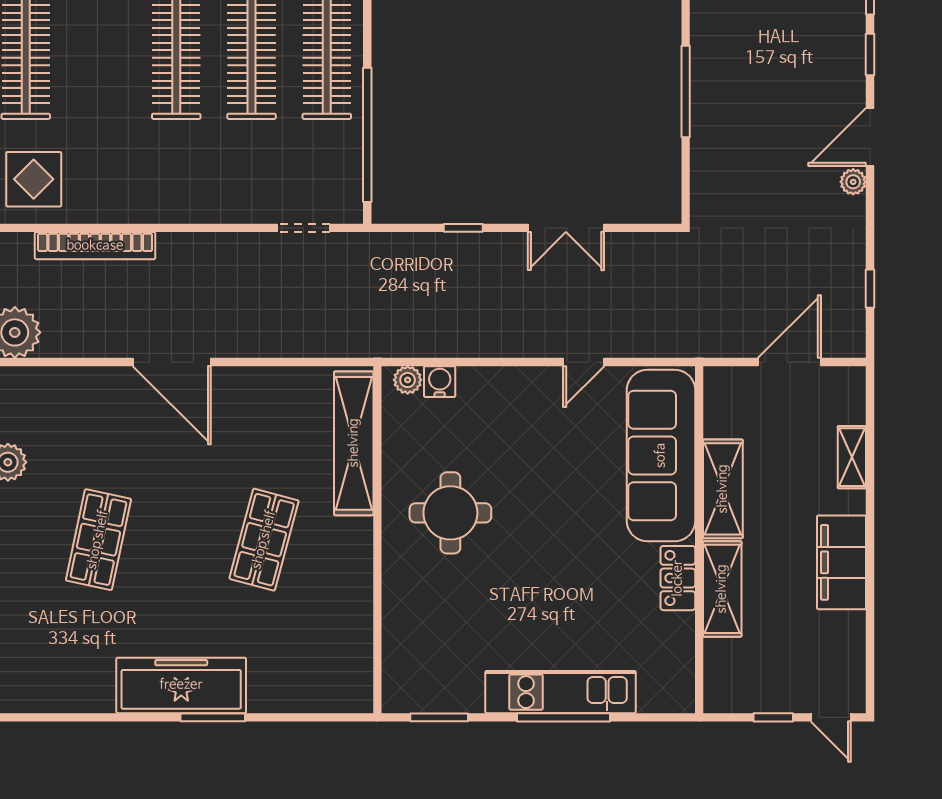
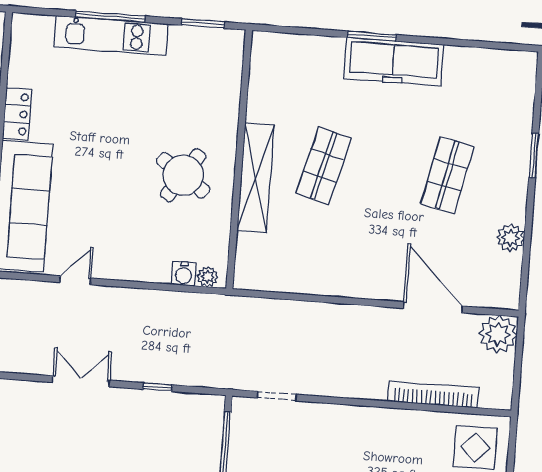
door: (172, 362) -> (433, 307), moved
shelving: (354, 443) -> (256, 178), moved
round table: (450, 513) -> (183, 175), turned 34

